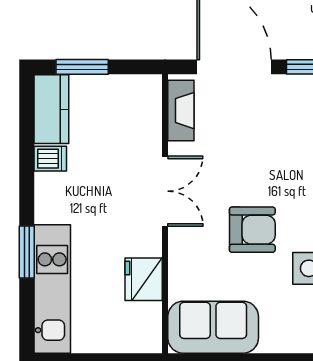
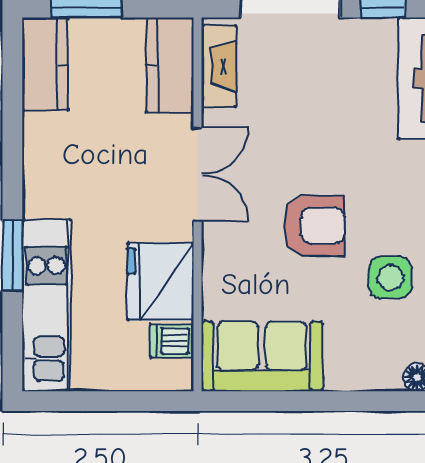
kitchen counter: (144, 110) -> (170, 65), added
dishwasher: (50, 159) -> (172, 341), moved, turned 180
fridge: (144, 279) -> (161, 282), width x1.36, depth x1.34

